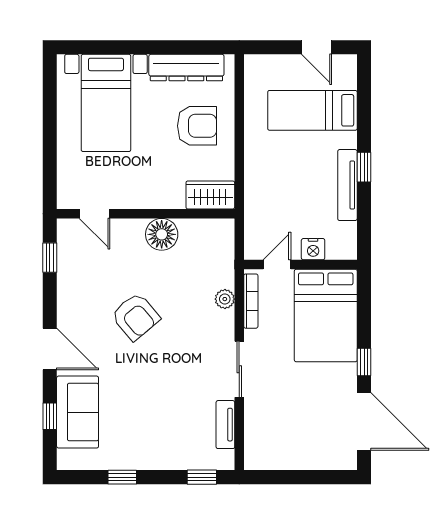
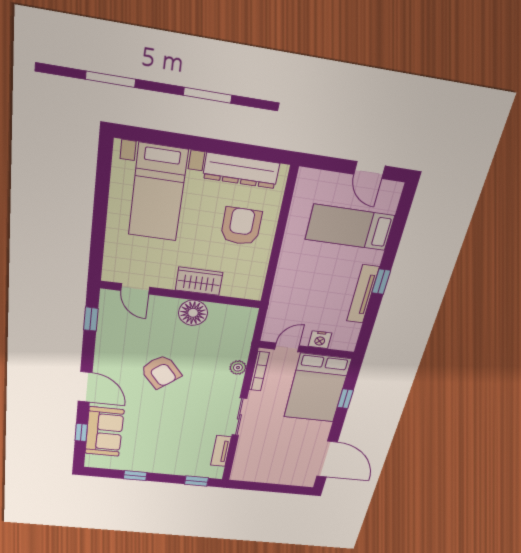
armchair: (197, 126) -> (241, 226), turned -90
wardrobe: (210, 195) -> (199, 281), moved
window: (364, 362) -> (345, 399), moved

